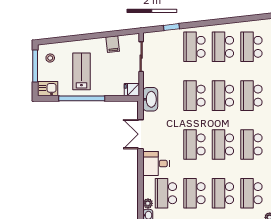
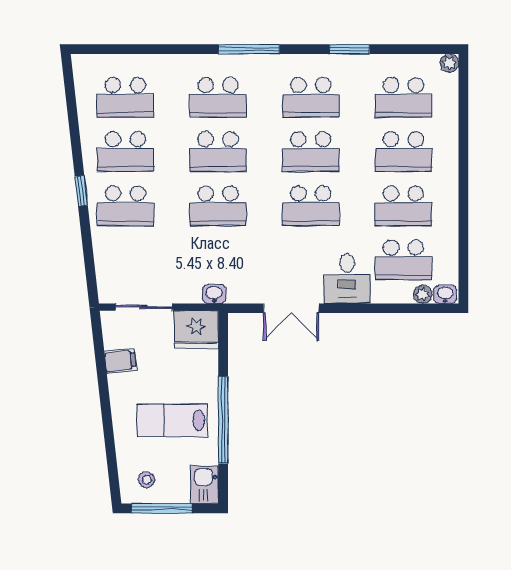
window: (171, 27) -> (81, 191), moved
fridge: (132, 90) -> (196, 329), width x1.88, depth x1.34
washbasin: (150, 99) -> (214, 294), width x0.52, depth x0.69

